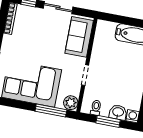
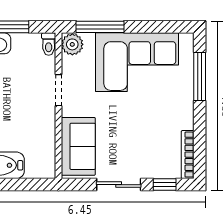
toilet: (96, 108) -> (49, 44), moved

